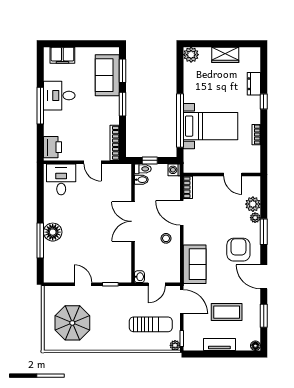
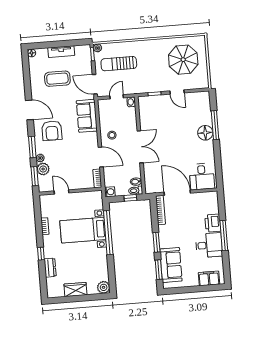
printer: (53, 147) -> (213, 223), moved
door: (93, 162) -> (177, 193), width x1.88
window: (264, 316) -> (35, 176), moved

